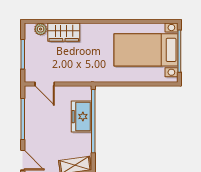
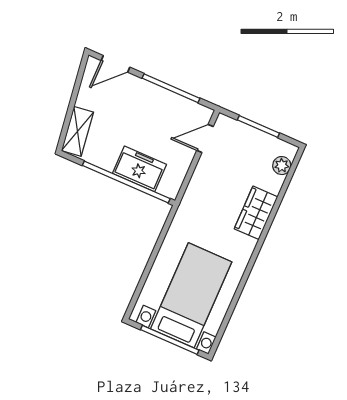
wardrobe: (64, 32) -> (256, 213), moved

